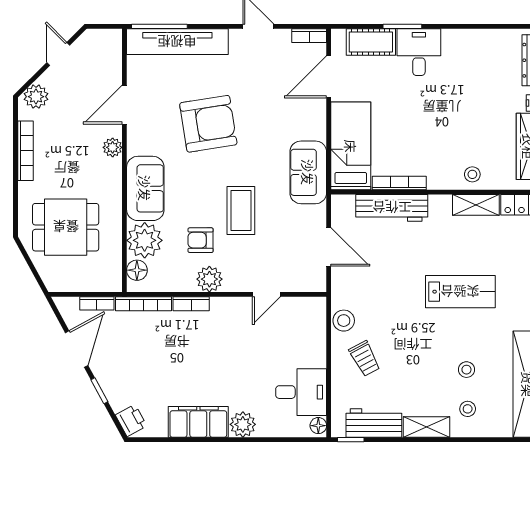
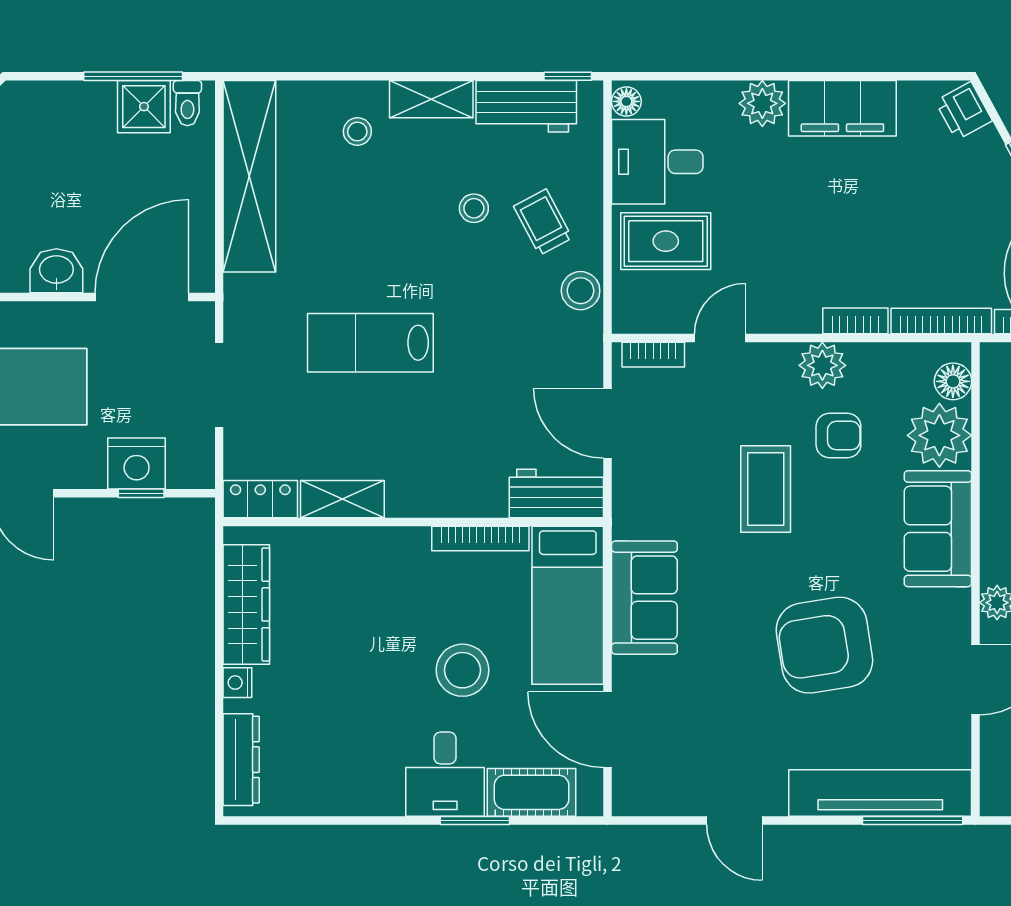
bookcase: (309, 36) -> (653, 355), moved, turned 180
door: (329, 77) -> (608, 730), swing flipped
sofa: (308, 172) -> (644, 598), moved
stool: (472, 174) -> (462, 670), moved, width x1.89, depth x1.89
workbench: (392, 208) -> (556, 494), moved, width x0.73
rug: (296, 348) -> (666, 241), added
stool: (466, 370) -> (474, 208), moved

